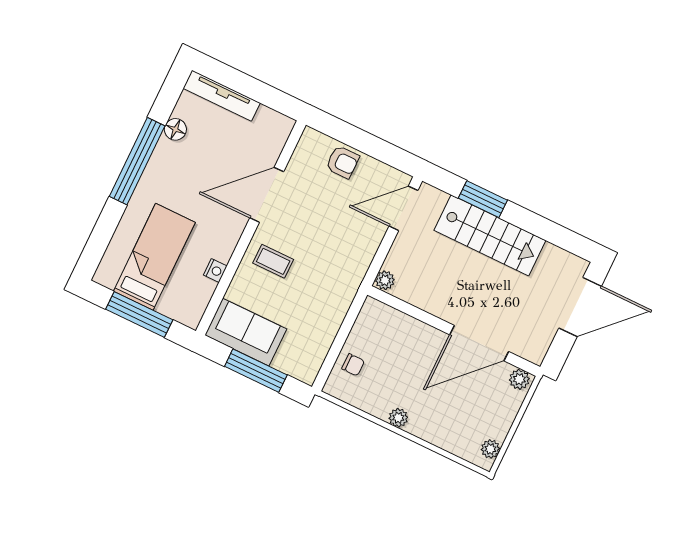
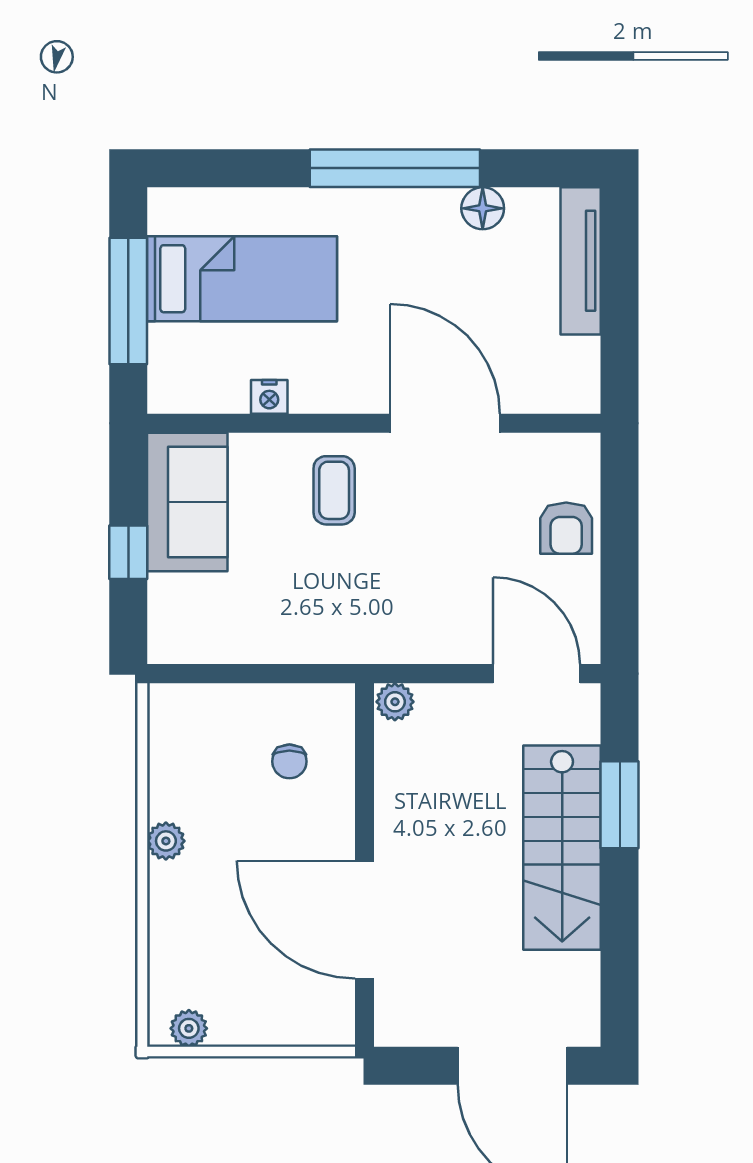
chair: (353, 365) -> (289, 761), moved
window: (256, 371) -> (128, 552), width x0.46
plant: (519, 379) -> (335, 1020), removed

